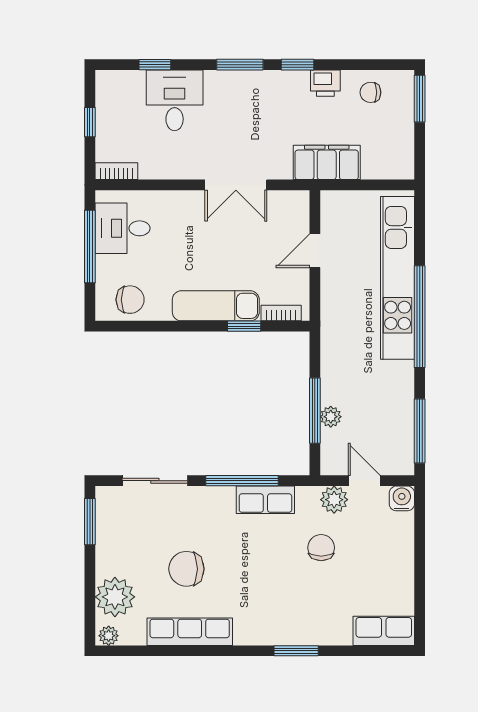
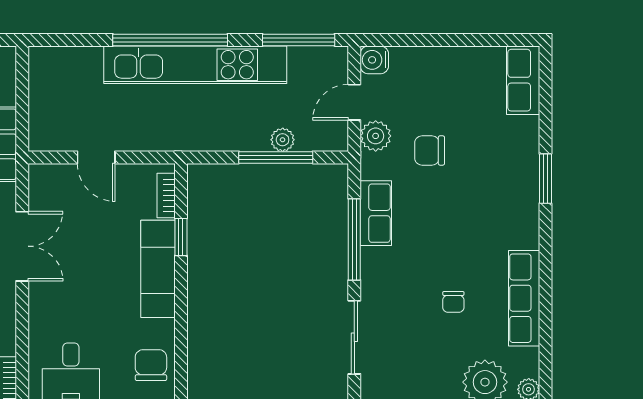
kitchen unit: (398, 278) -> (195, 65), moved
chair: (186, 569) -> (453, 302), width x0.54, depth x0.54

